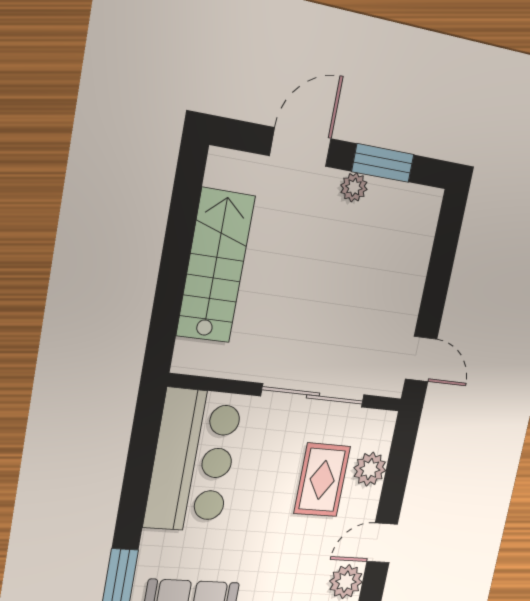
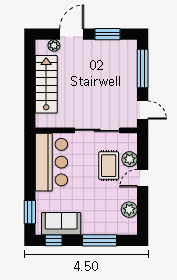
plant: (354, 187) -> (54, 45), moved
window: (442, 261) -> (143, 69), added
door: (382, 543) -> (143, 178), moved

